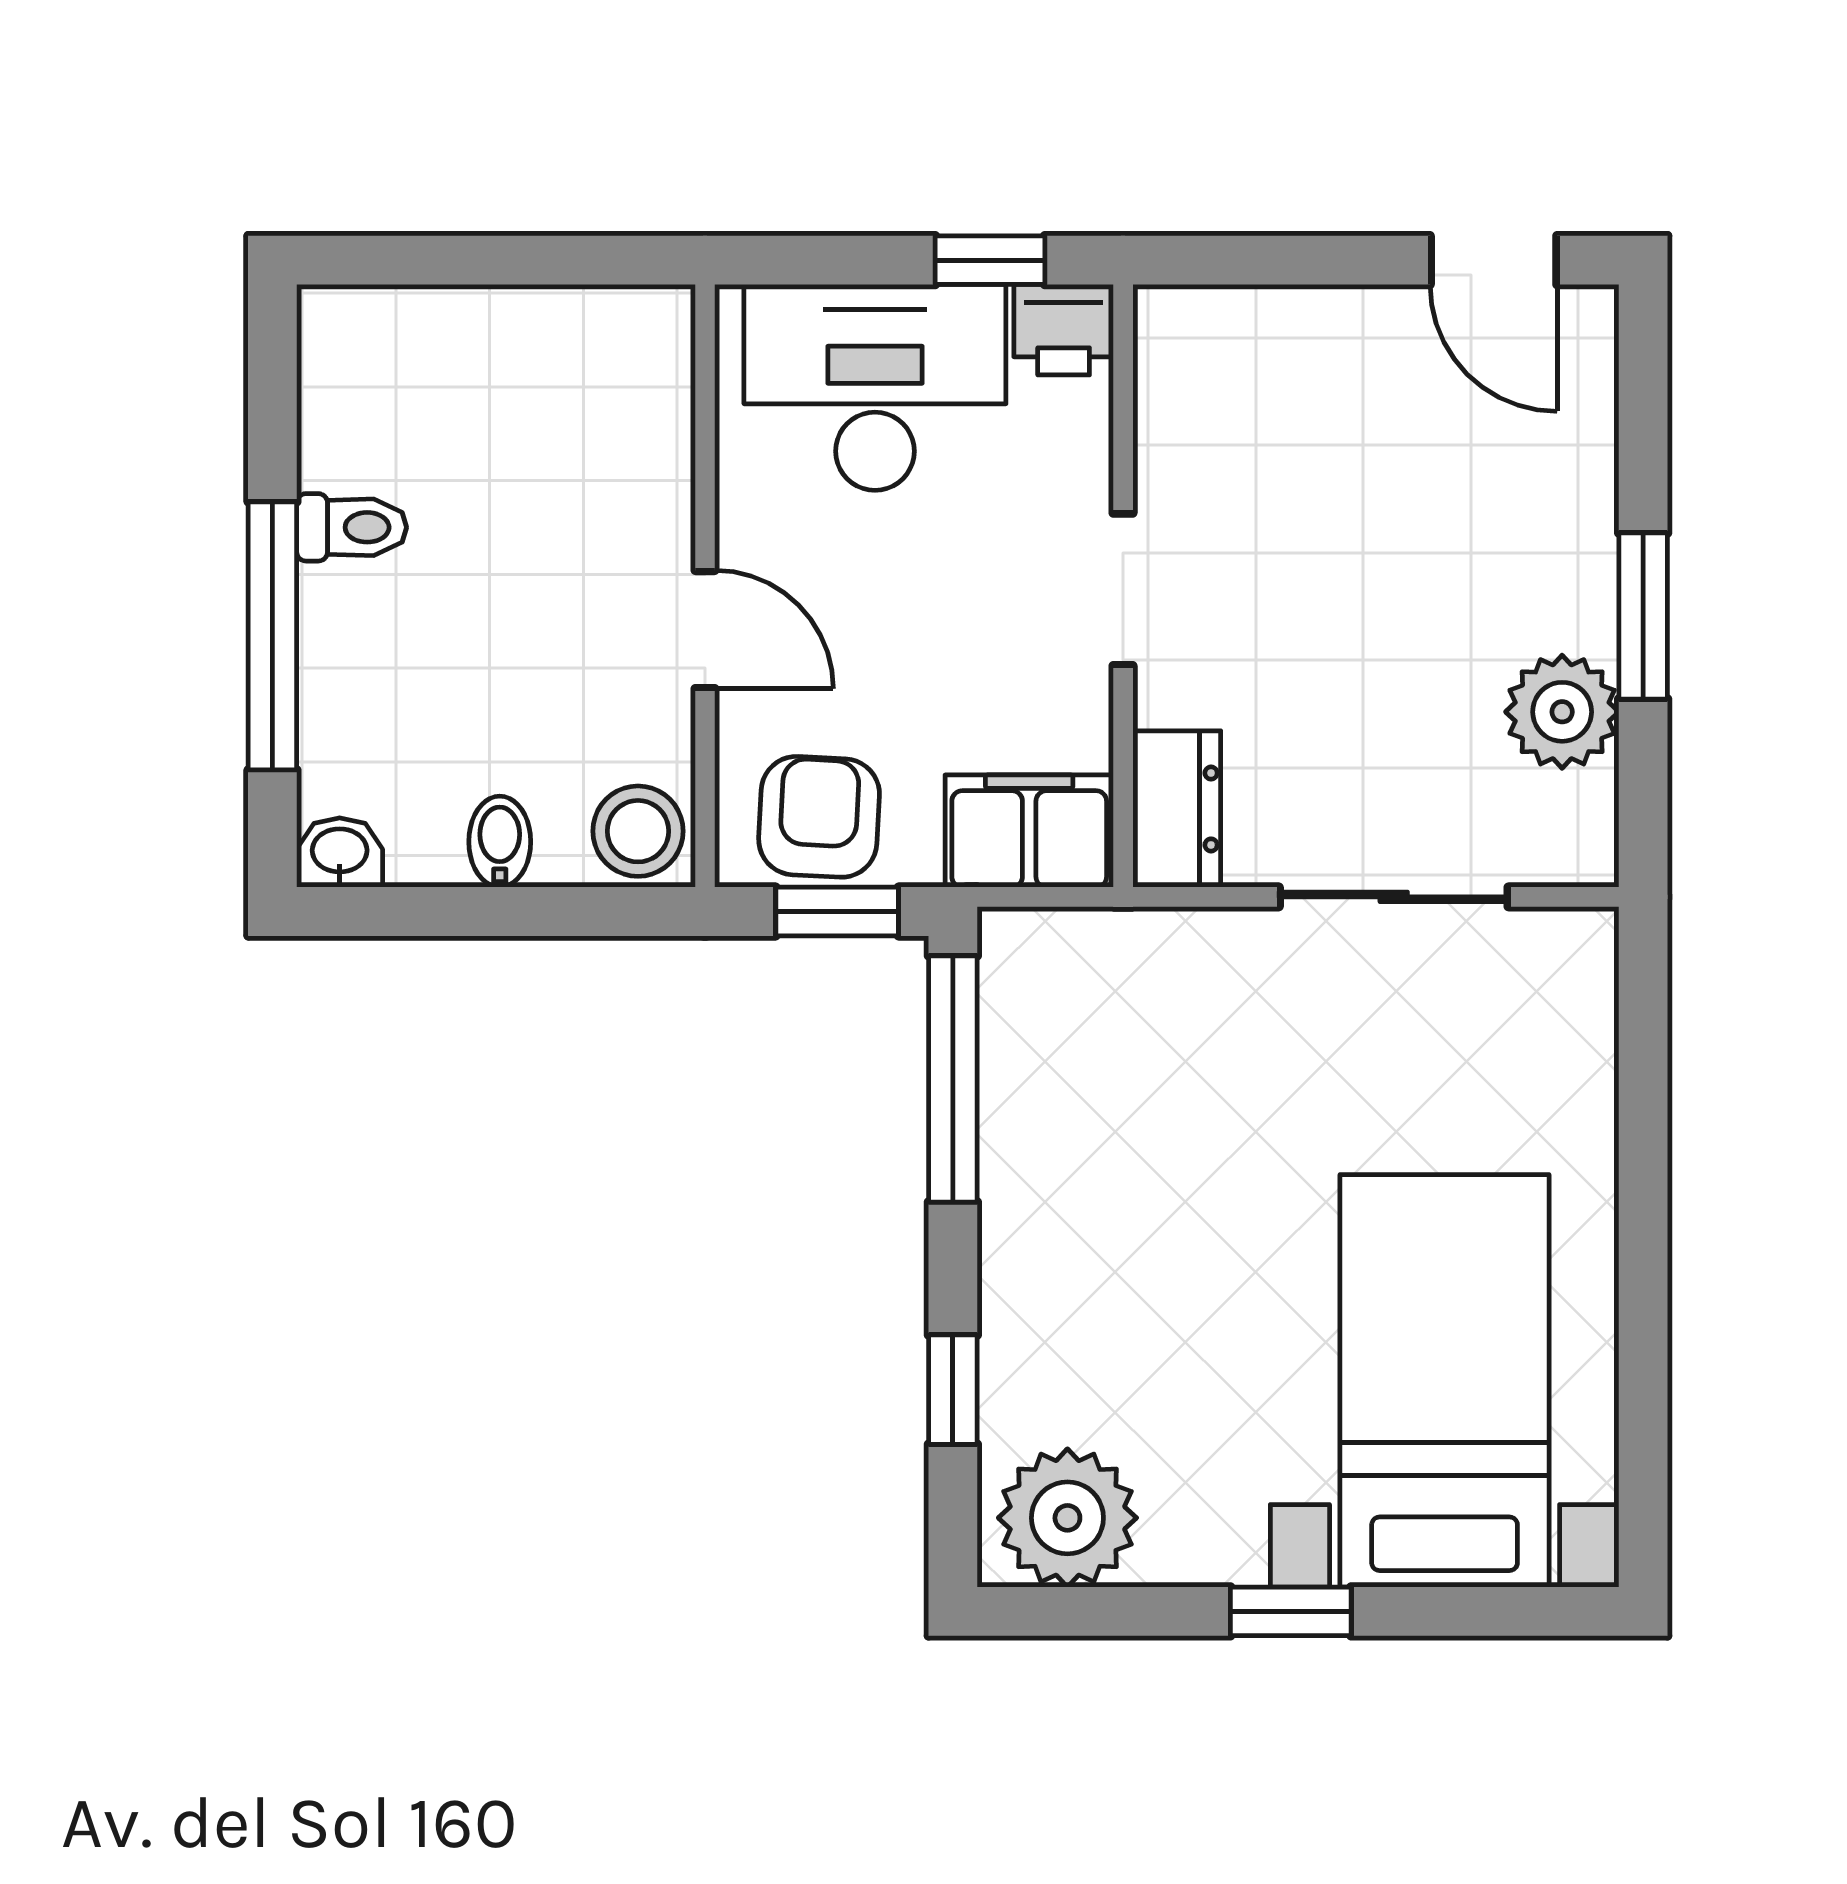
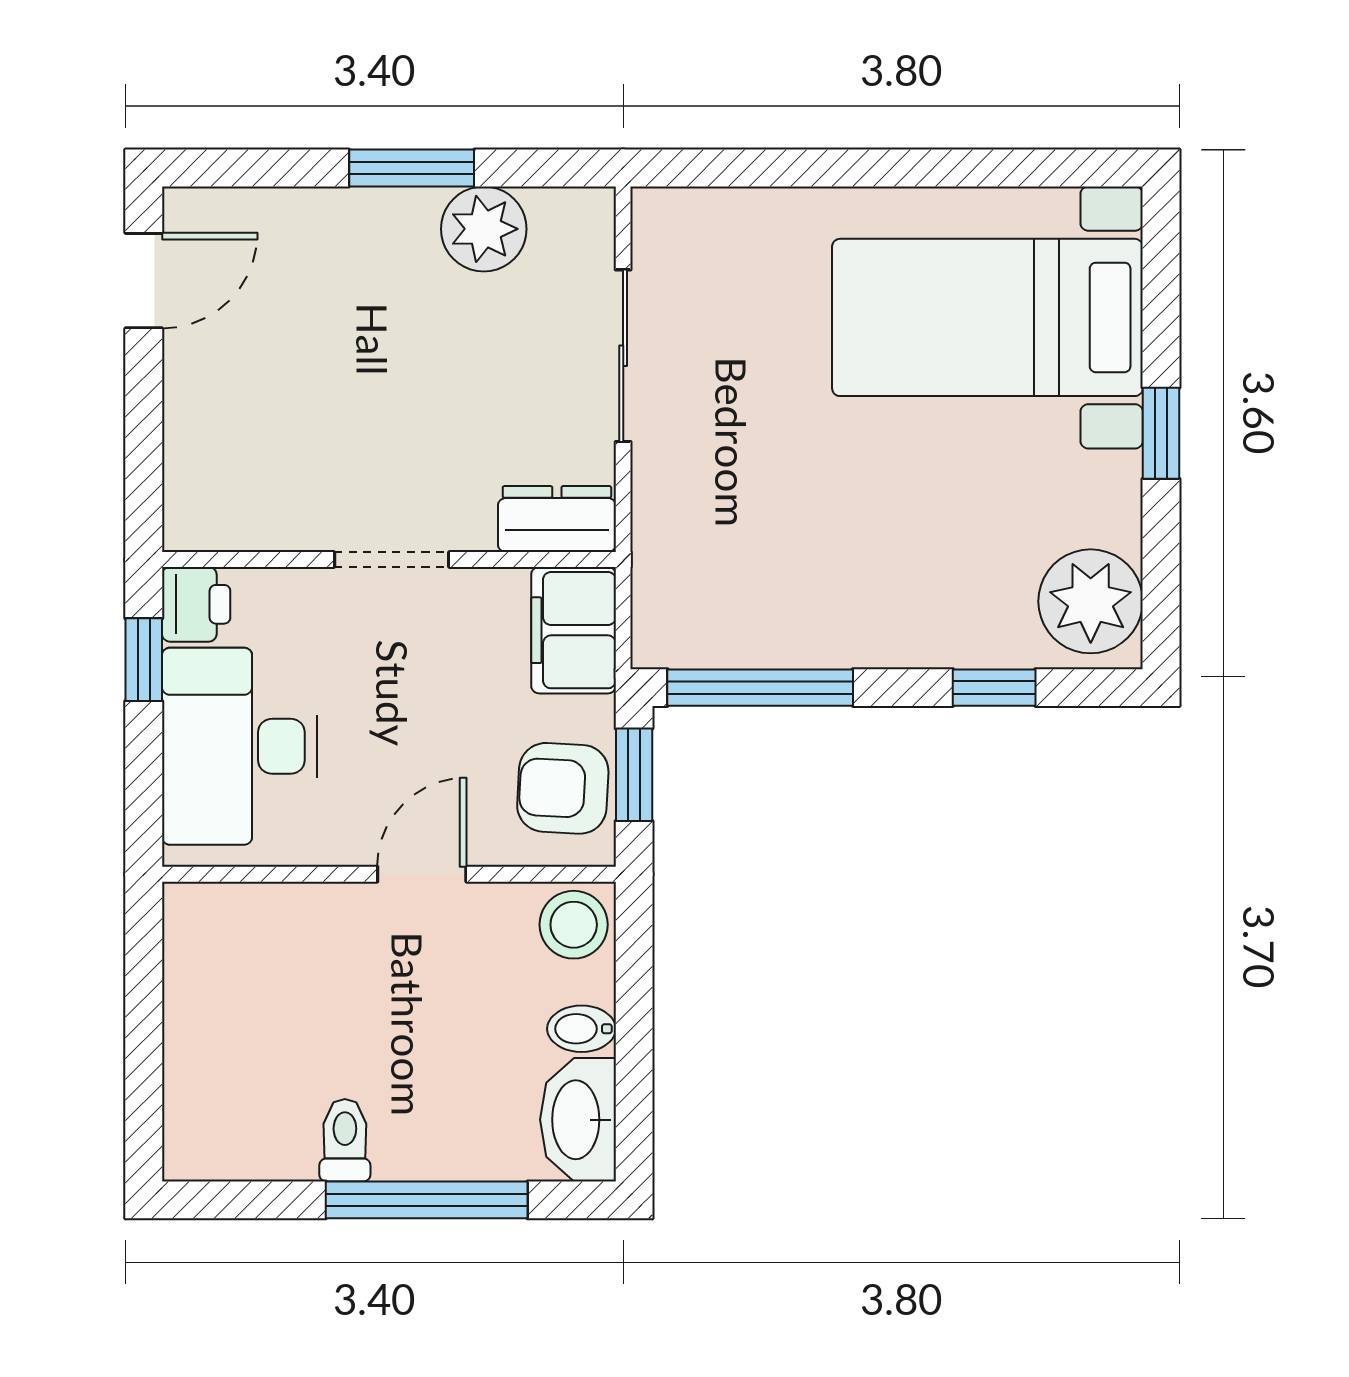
washbasin: (340, 852) -> (578, 1120), width x1.91, depth x1.45

